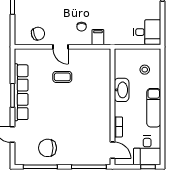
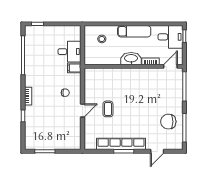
desk: (147, 32) -> (69, 52), moved, turned 90
chair: (38, 34) -> (71, 130), removed
filing cabinet: (98, 37) -> (74, 68), moved
washbasin: (122, 90) -> (131, 59), moved
chair: (47, 148) -> (168, 122), turned 90

